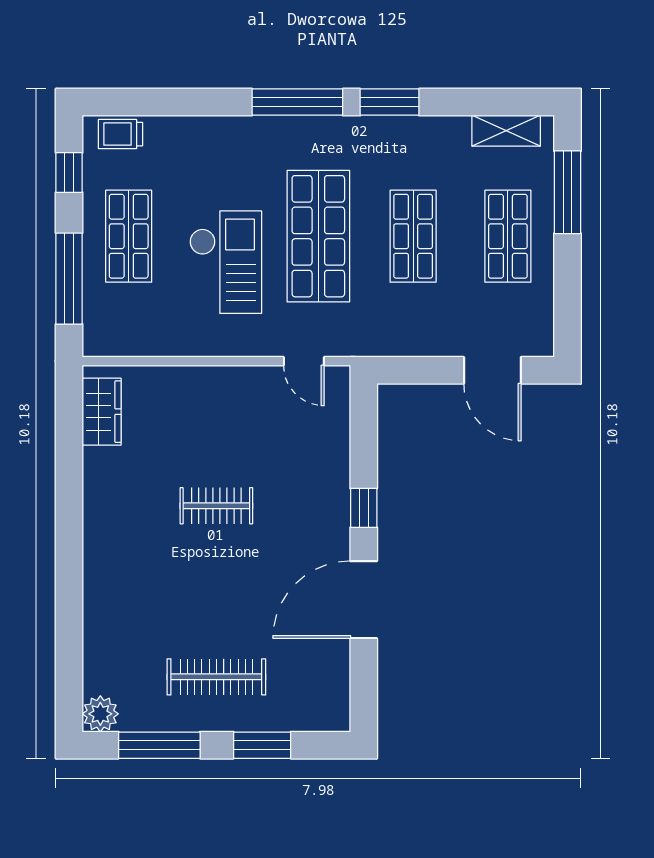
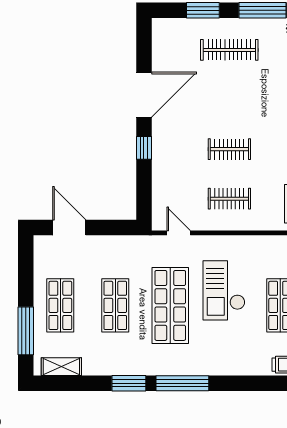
clothes rail: (216, 420) -> (229, 199), added

